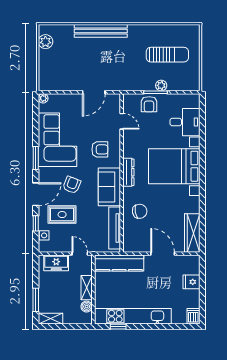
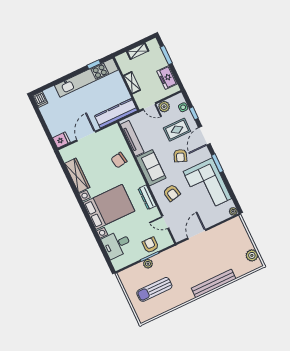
armchair: (100, 149) -> (172, 193), turned -102
dresser: (128, 172) -> (147, 197), moved
wardrobe: (192, 233) -> (77, 175), moved
plant: (64, 246) -> (164, 107), added
door: (163, 254) -> (86, 136), swing flipped
freezer: (56, 263) -> (167, 78), moved, turned -90
fridge: (191, 282) -> (61, 140), moved
boiler: (87, 307) -> (125, 68), removed
shelving: (50, 319) -> (138, 51), moved

